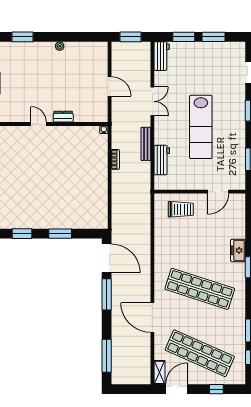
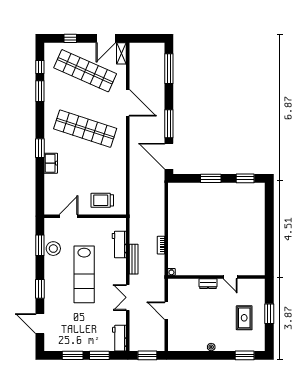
rug: (23, 79) -> (244, 318), added
lab bench: (201, 127) -> (84, 274), turned 180
stool: (235, 156) -> (53, 249), added

